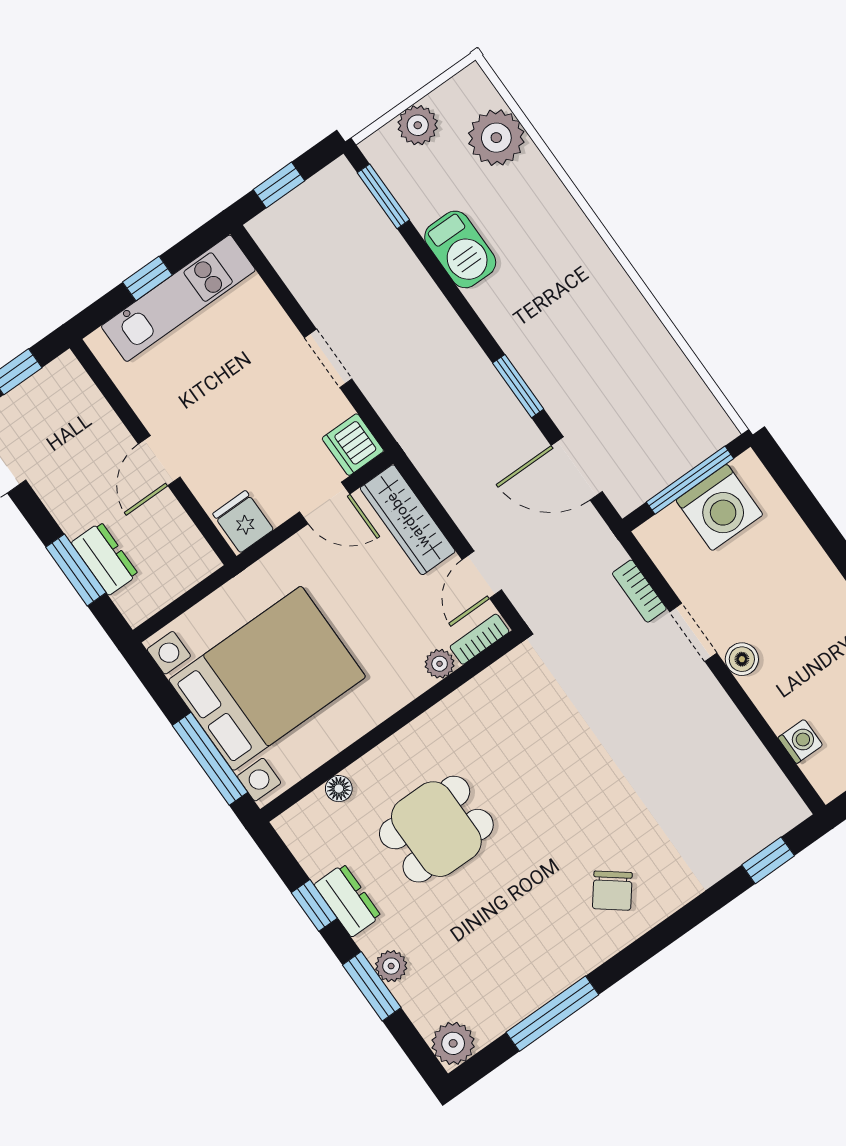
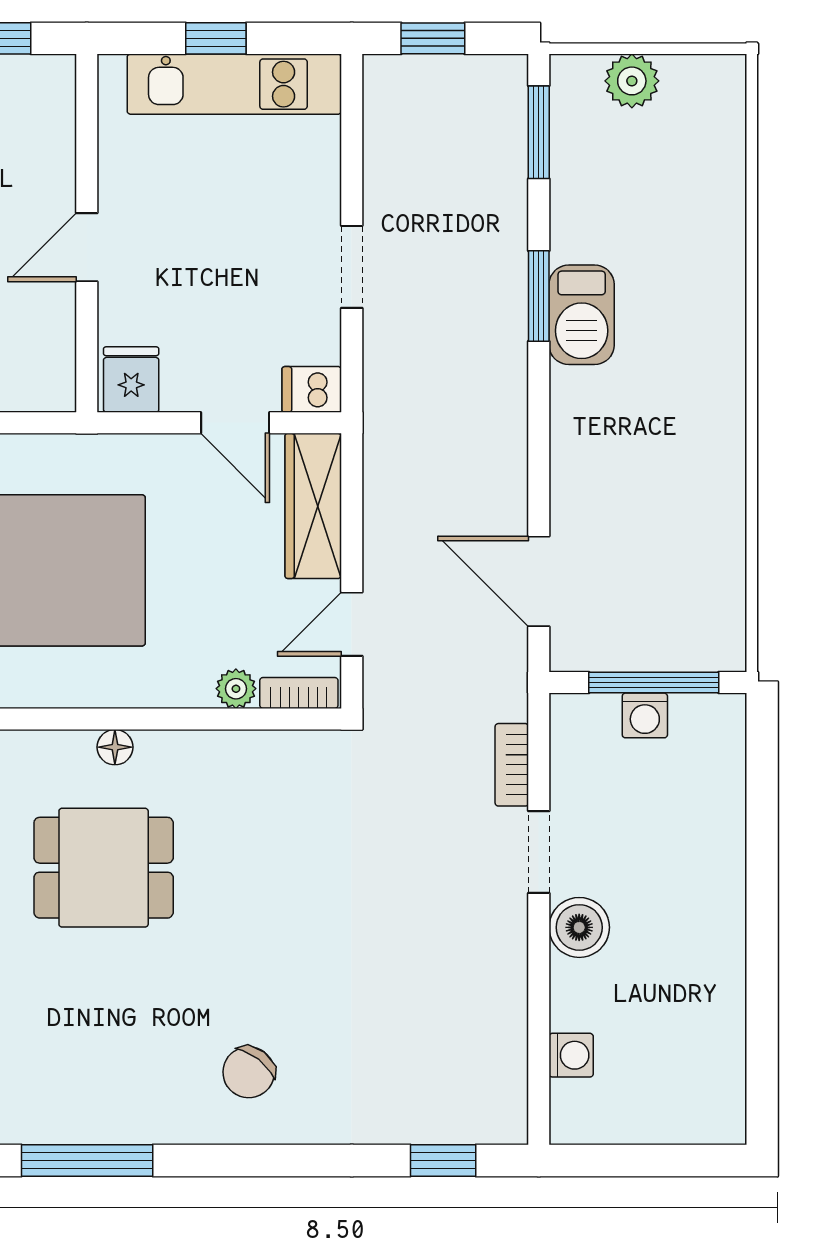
plant: (496, 138) -> (708, 156), removed
barbecue: (460, 249) -> (582, 315), moved
window: (518, 386) -> (539, 296), moved
dishwasher: (353, 445) -> (312, 389), width x0.73
washing machine: (719, 507) -> (645, 715), width x0.53, depth x0.53
boiler: (742, 659) -> (579, 927), width x1.36, depth x1.36
floor lamp: (339, 789) -> (115, 747), moved

